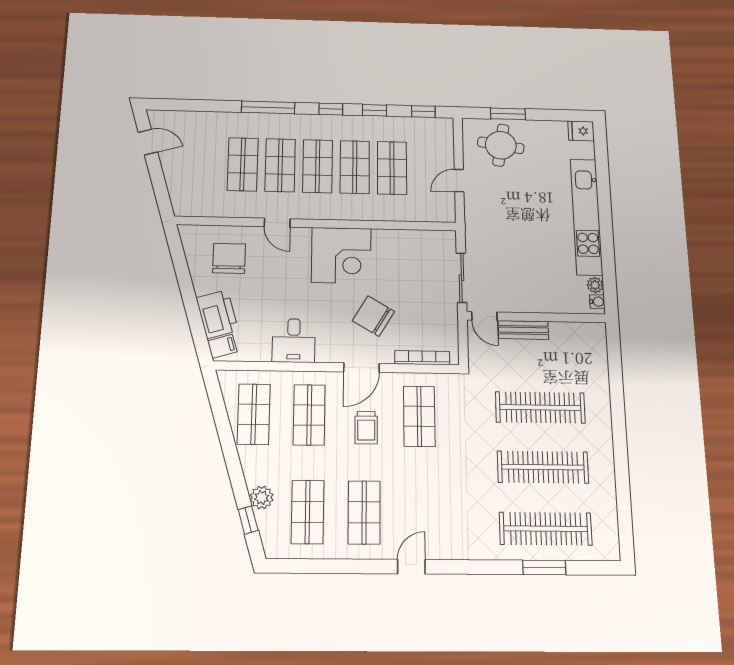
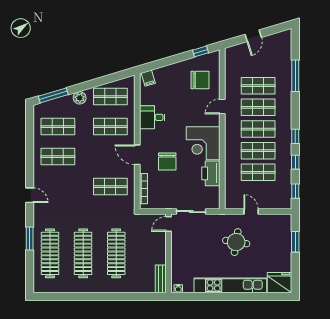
window: (268, 107) -> (295, 76), moved
fridge: (581, 131) -> (280, 283), width x1.88, depth x1.34
door: (148, 142) -> (253, 36), moved
round table: (501, 145) -> (236, 242), moved
window: (178, 256) -> (200, 51), added
plant: (595, 285) -> (188, 288), removed
printer: (217, 314) -> (211, 173), moved, turned 107
chair: (373, 316) -> (167, 162), turned 149
bench: (523, 330) -> (161, 279), moved
trolley: (366, 428) -> (104, 158), removed
plant: (262, 497) -> (80, 98), moved
window: (248, 520) -> (53, 95), width x2.17
door: (411, 567) -> (30, 195), moved
window: (544, 568) -> (30, 239), moved

